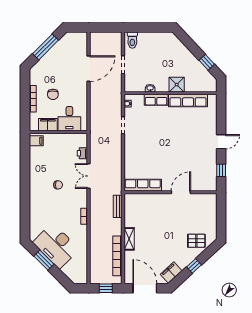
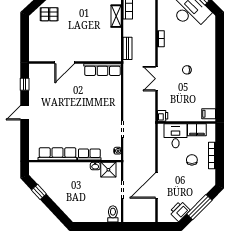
printer: (65, 43) -> (180, 211), added
shower: (177, 85) -> (108, 170), moved
printer: (82, 153) -> (163, 116), moved
double door: (89, 176) -> (156, 79), swing flipped

